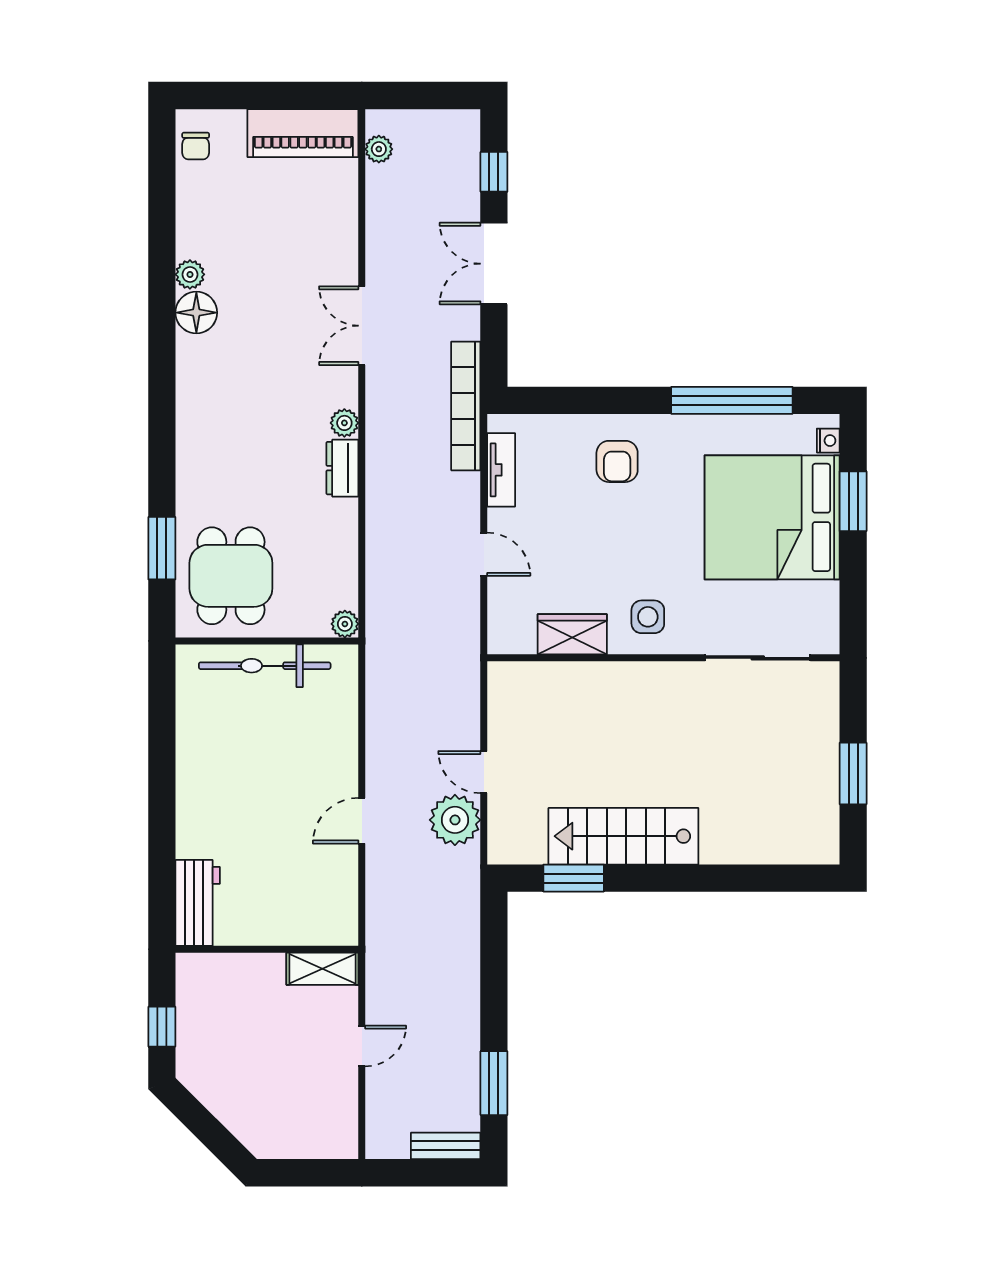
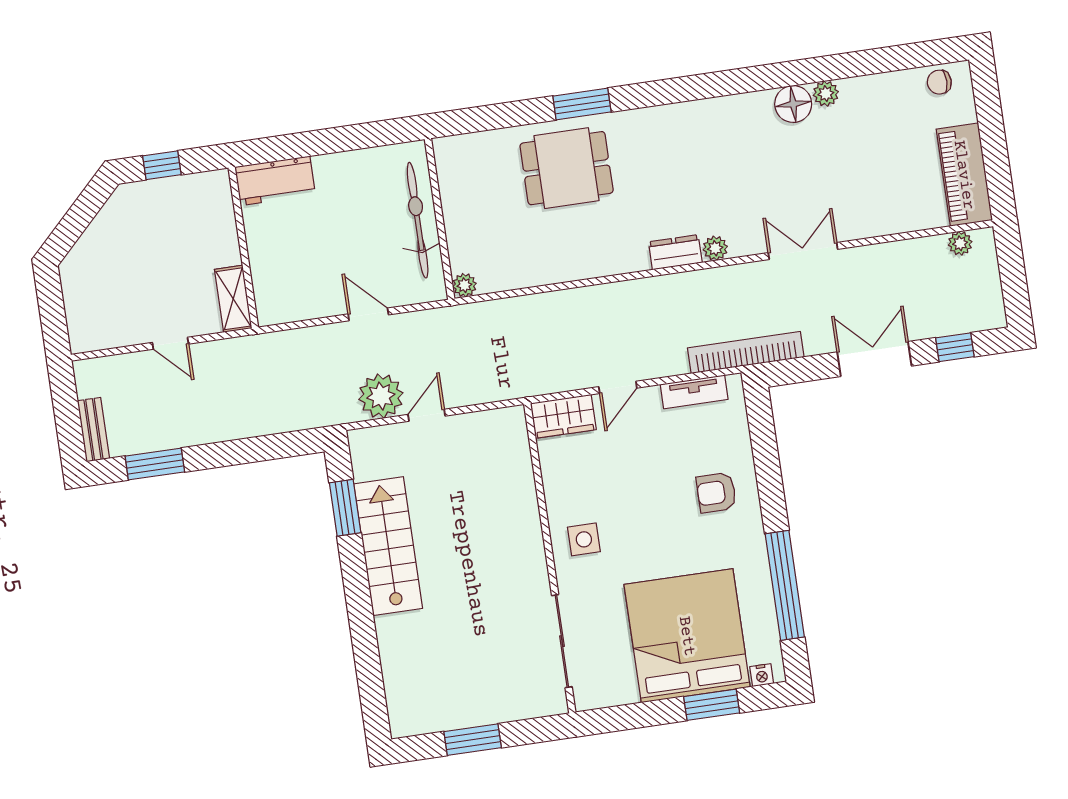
plant: (345, 624) -> (464, 285), moved
wardrobe: (572, 634) -> (563, 416), moved, turned 90
wall: (267, 641) -> (440, 219), moved
bicycle: (265, 666) -> (418, 220), moved

